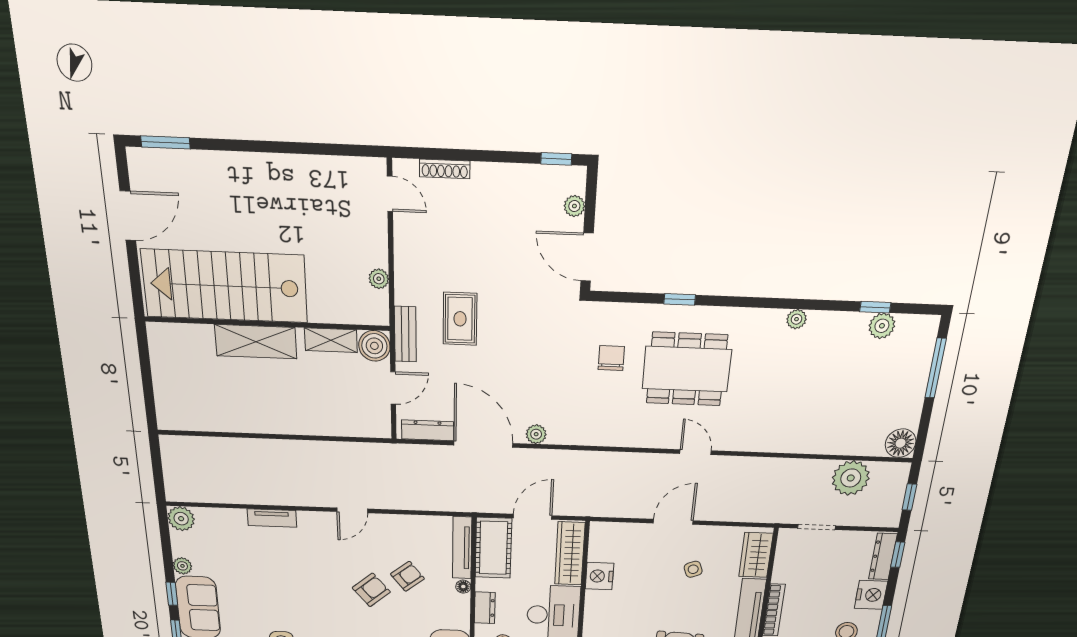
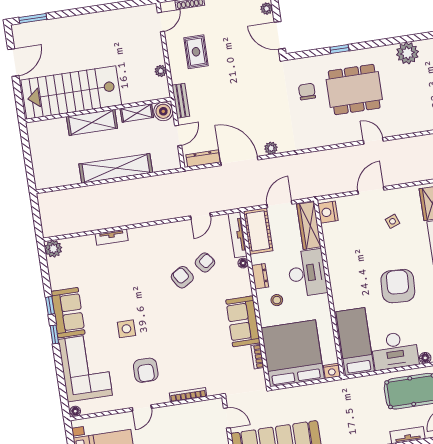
door: (390, 194) -> (161, 22), hinge flipped
rug: (460, 319) -> (196, 52), moved
plant: (796, 319) -> (407, 53), width x1.88, depth x1.88
shelving: (288, 420) -> (116, 168), added
door: (352, 510) -> (201, 216), moved
plant: (182, 566) -> (56, 283), removed
nightstand: (599, 576) -> (328, 212), moved
armchair: (371, 590) -> (182, 277), turned -82

